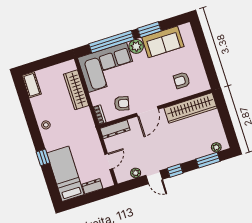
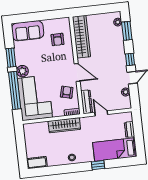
sofa: (163, 42) -> (28, 31), moved, turned 90
wardrobe: (76, 90) -> (64, 125), moved
door: (109, 161) -> (101, 113), moved

